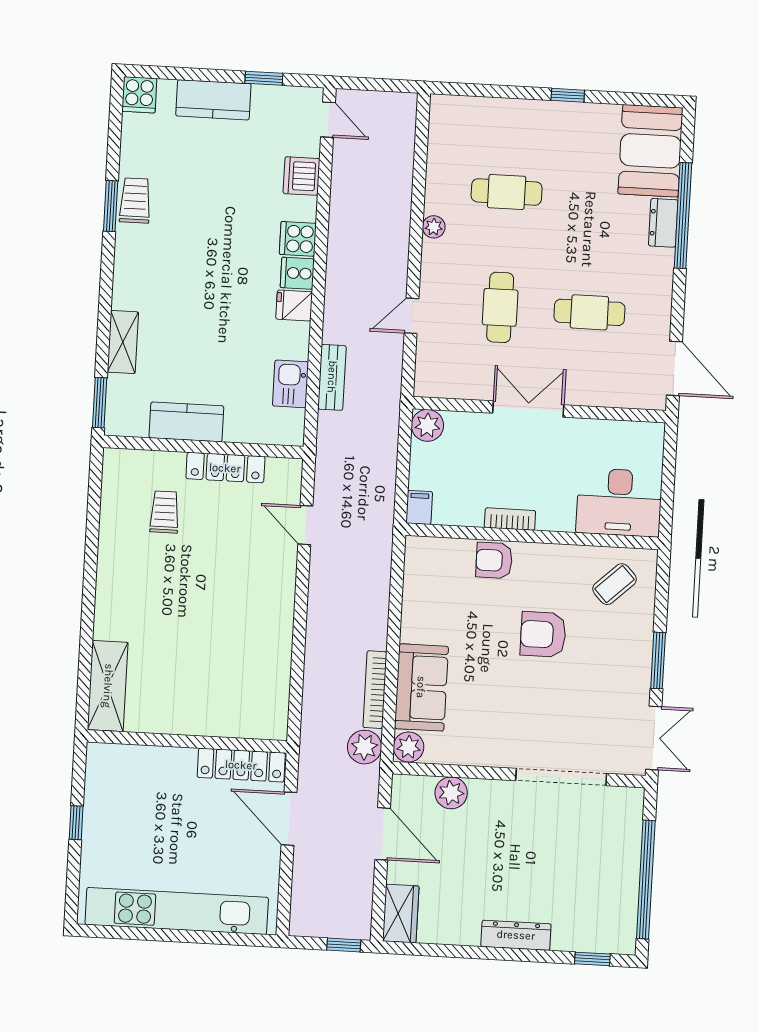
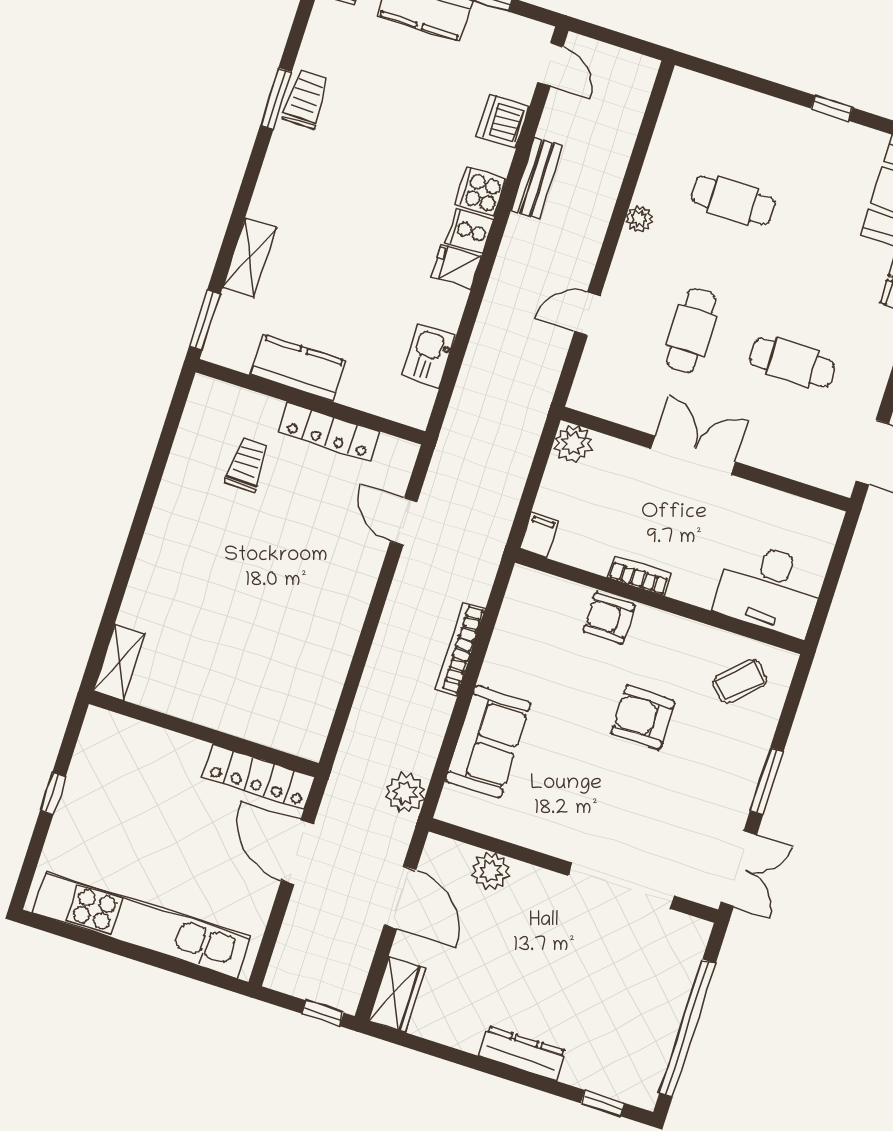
bench: (332, 377) -> (537, 178), moved
shelving: (108, 686) -> (119, 662), width x0.67, depth x0.75
bookcase: (375, 690) -> (460, 649), moved
plant: (409, 747) -> (456, 806), removed

